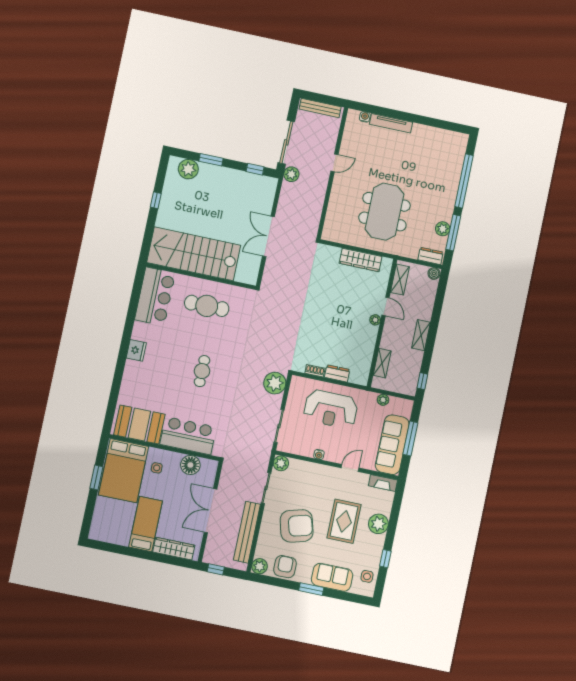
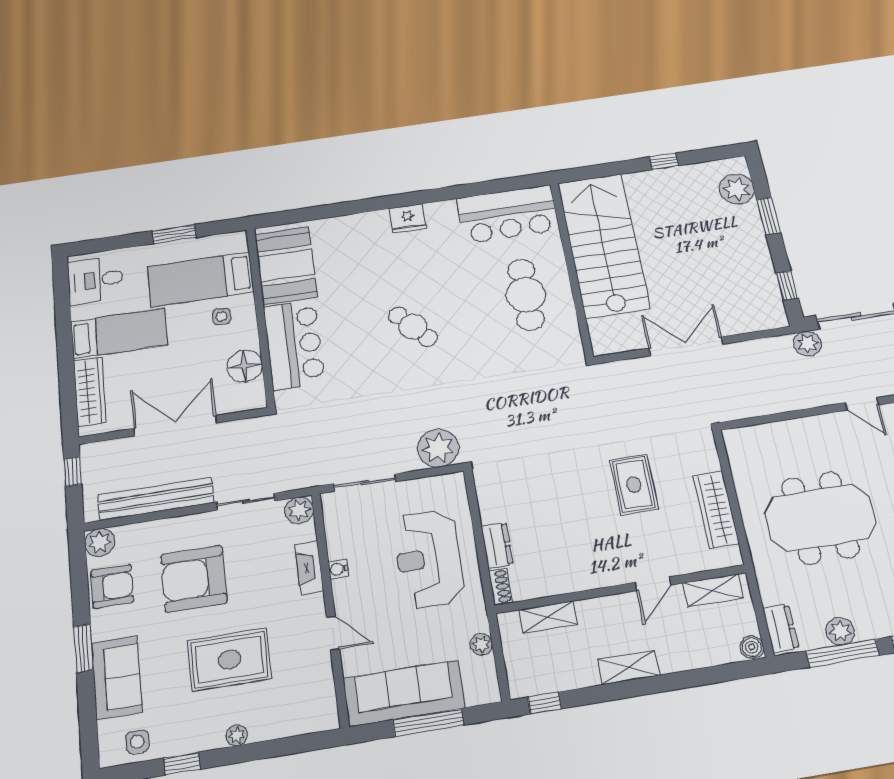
rug: (332, 294) -> (634, 484), added
plant: (375, 320) -> (621, 575), removed
cafe table: (202, 371) -> (413, 327), turned 49
shoe rack: (315, 371) -> (500, 587), moved
bed: (123, 471) -> (200, 279), width x0.67
fireplace: (383, 483) -> (309, 568), moved
plant: (378, 524) -> (237, 735), width x0.53, depth x0.53
armchair: (297, 526) -> (194, 579), turned 105
desk: (108, 527) -> (96, 280), added

